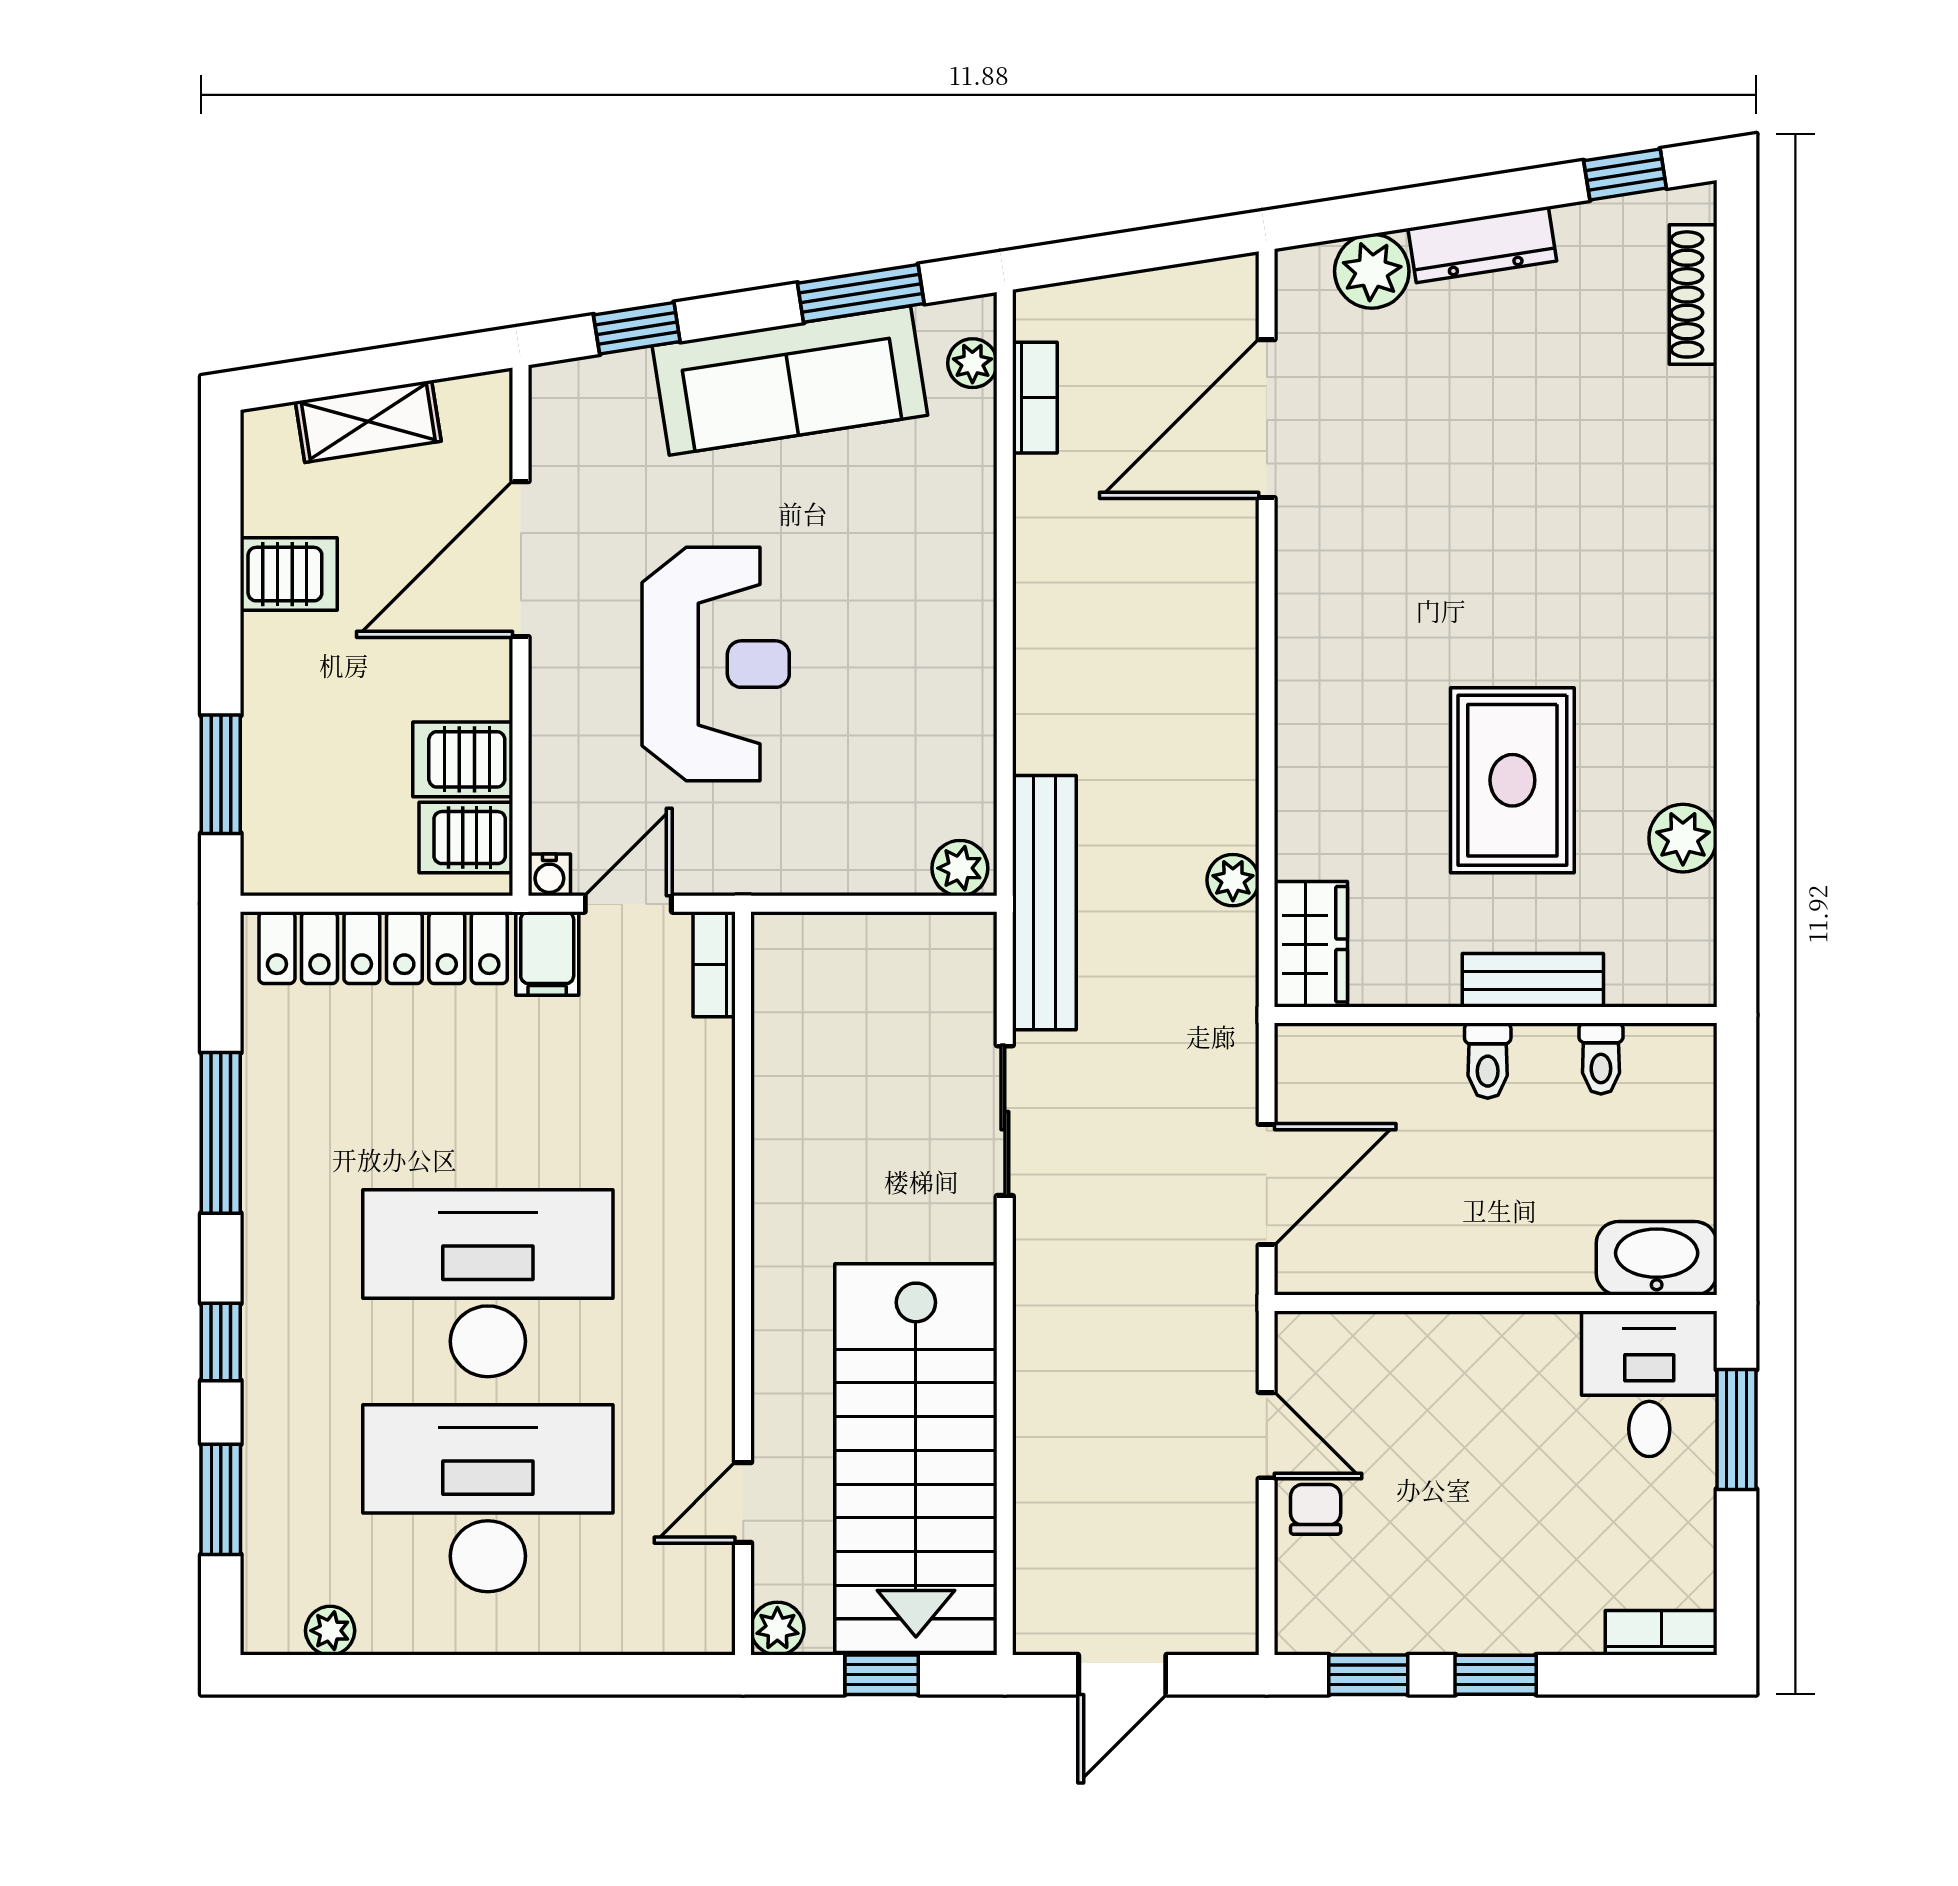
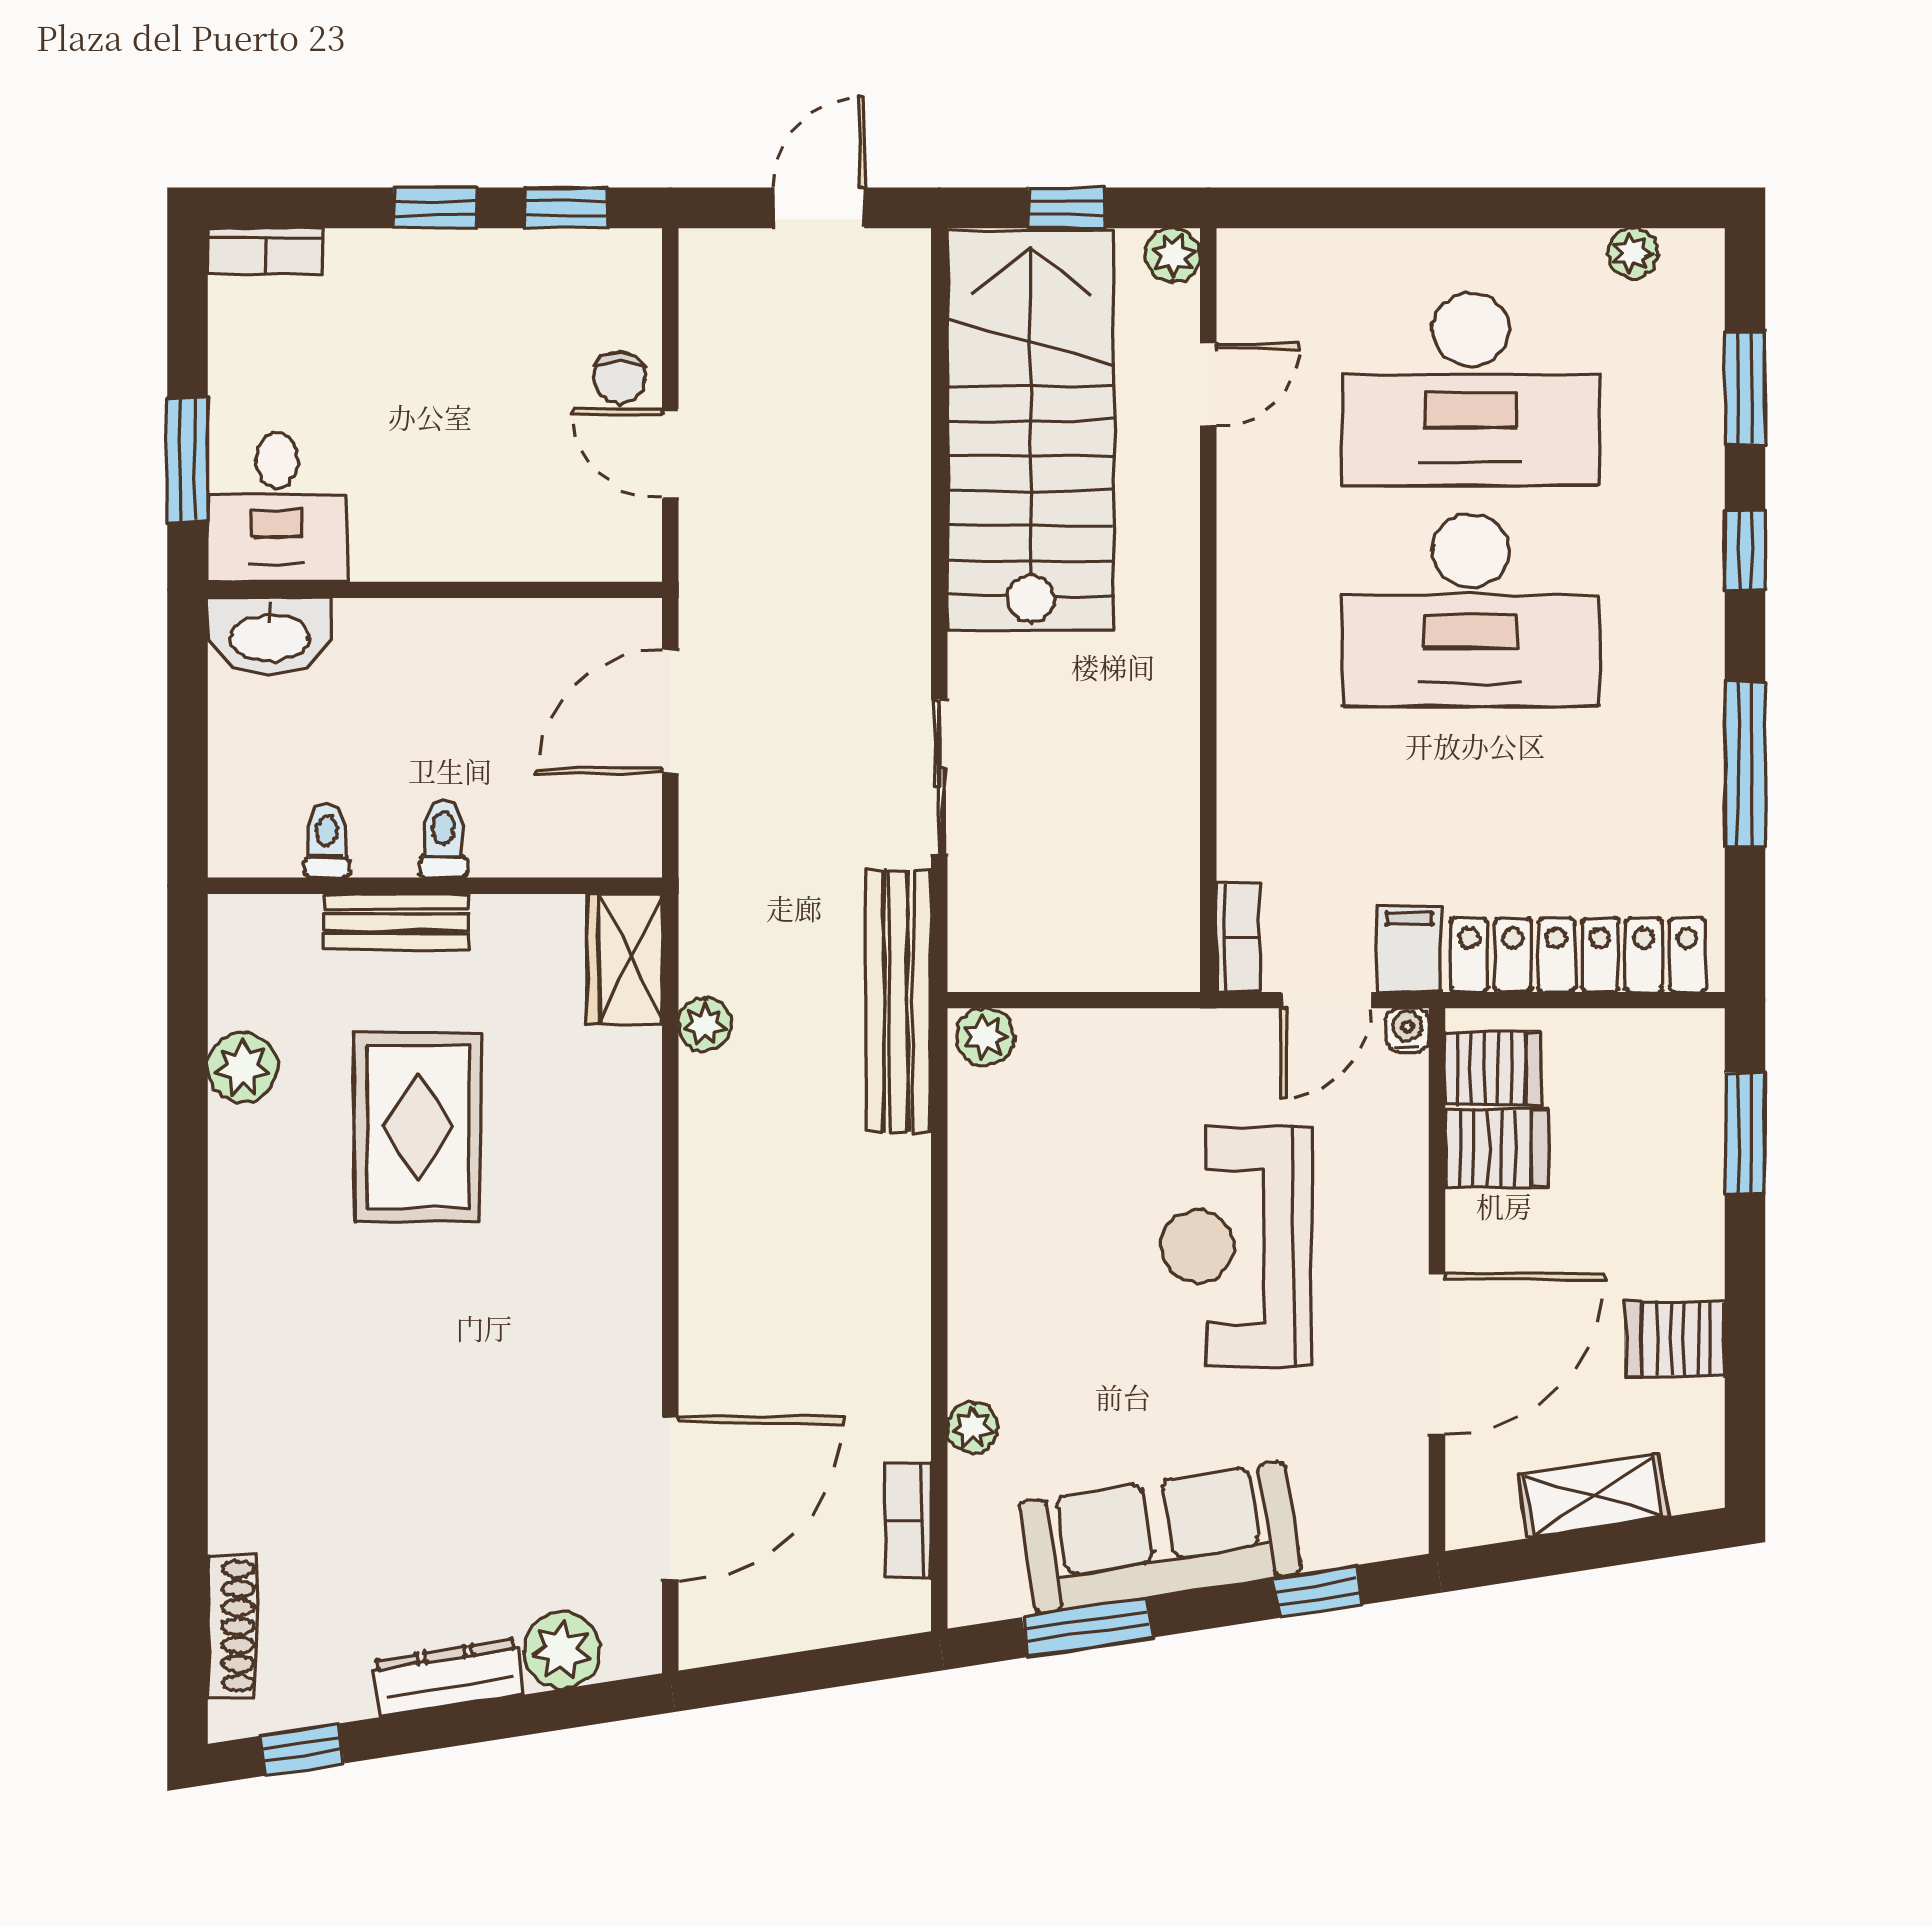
plant: (972, 363) -> (973, 1428), moved

